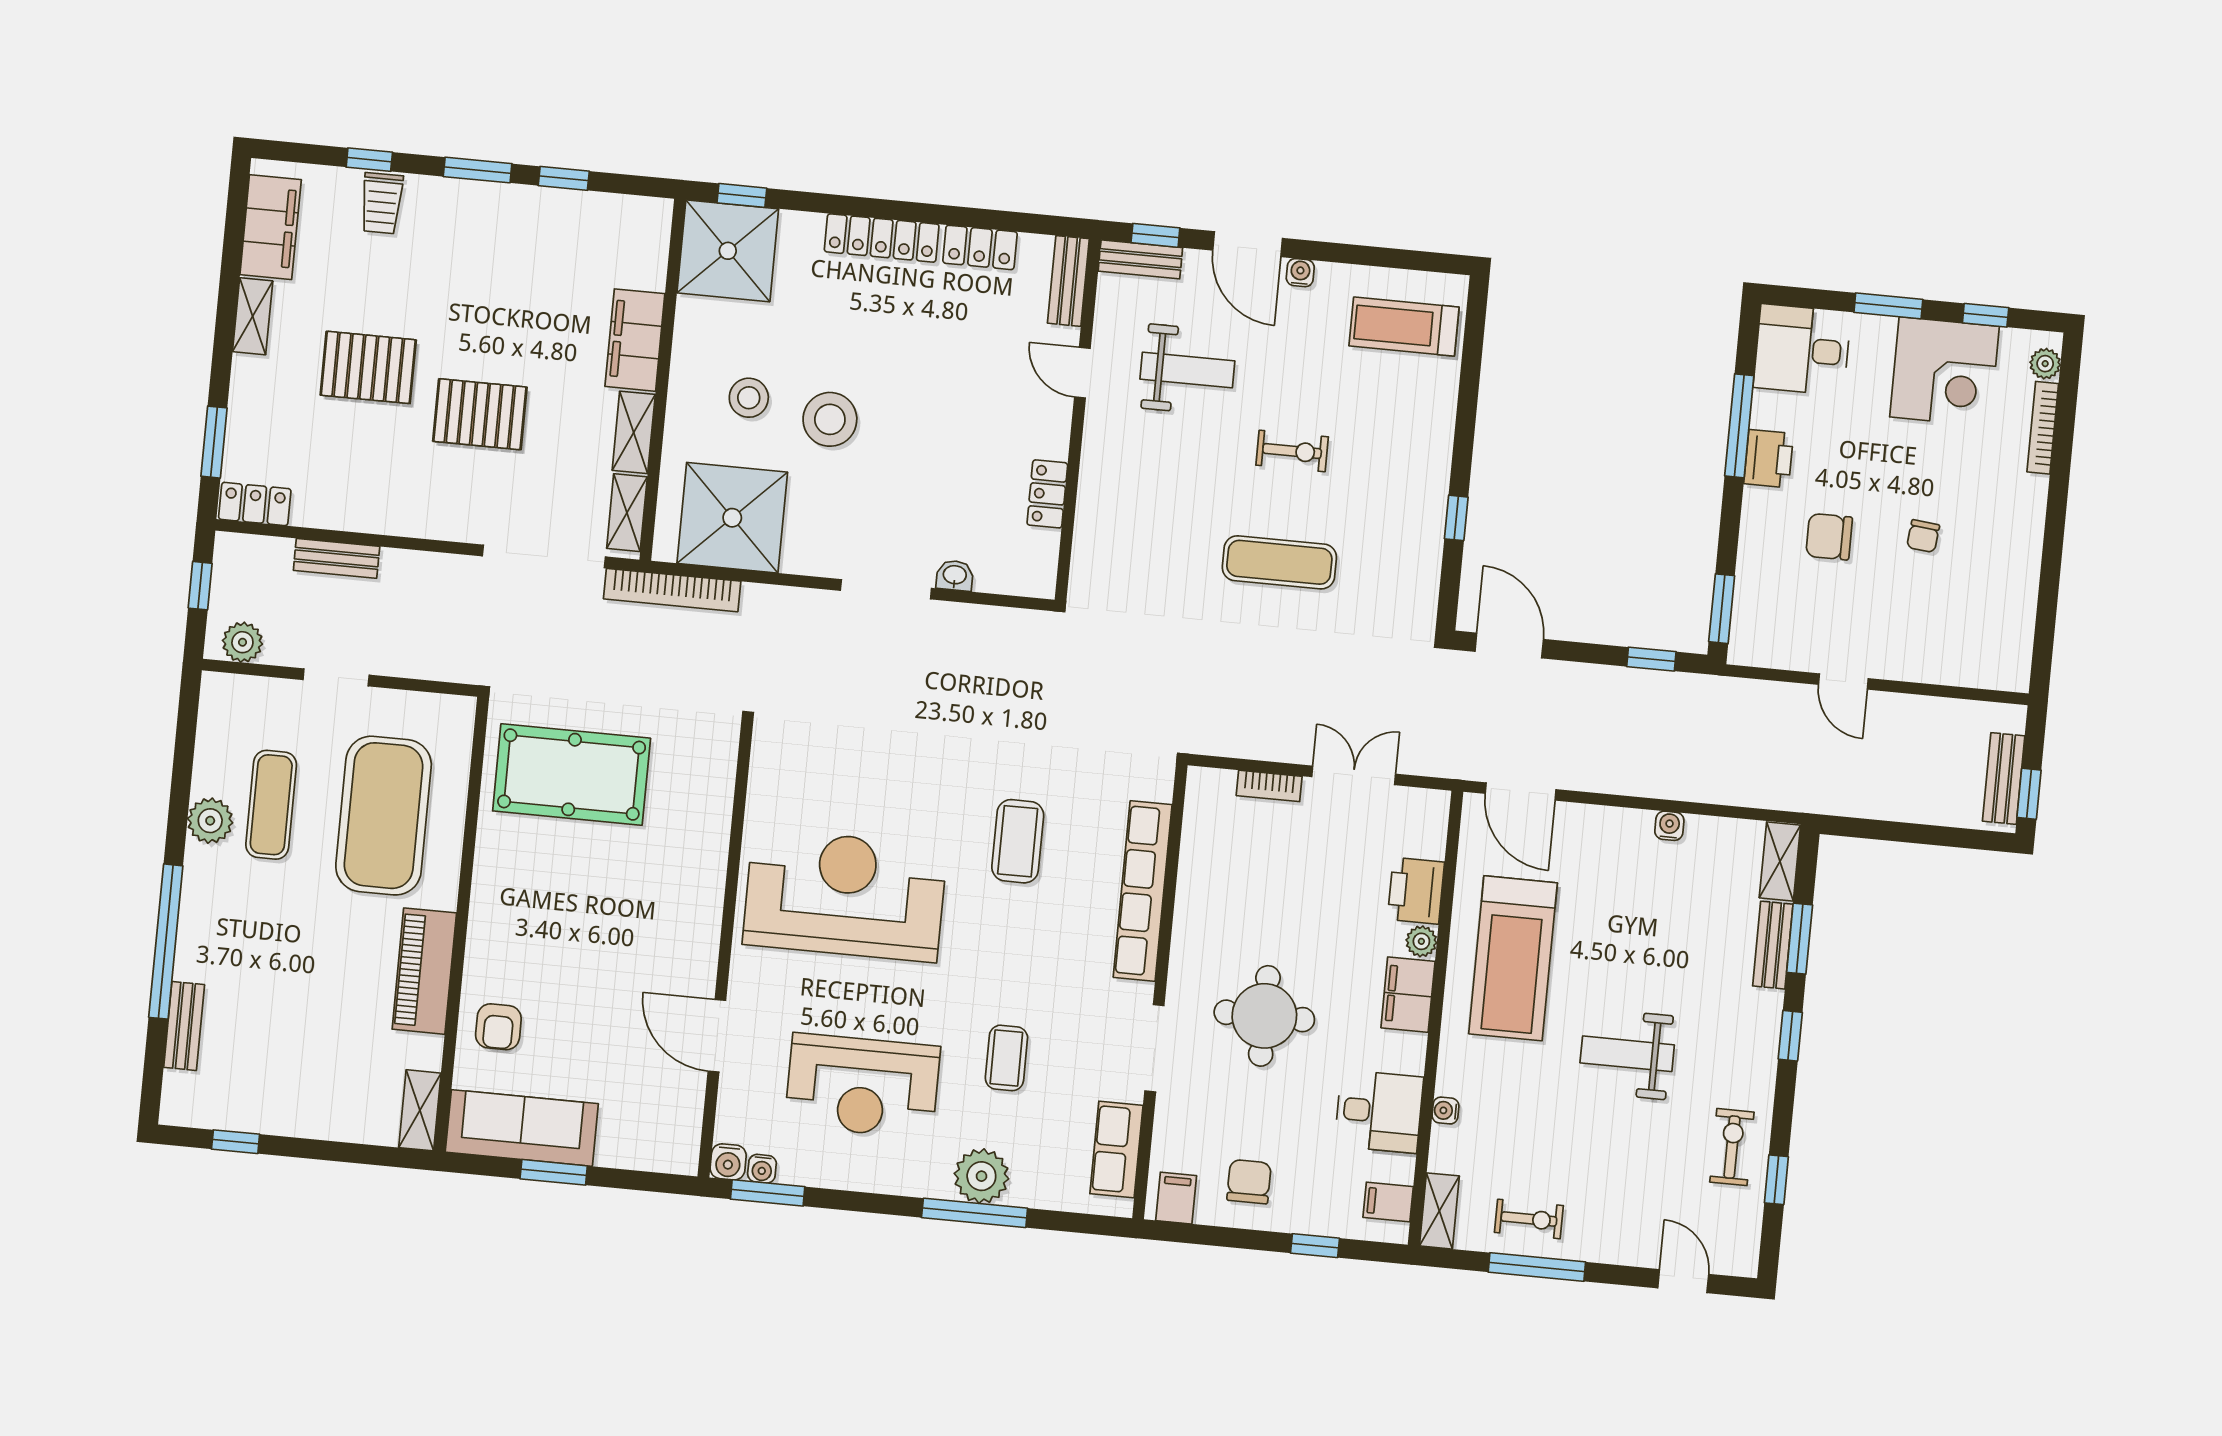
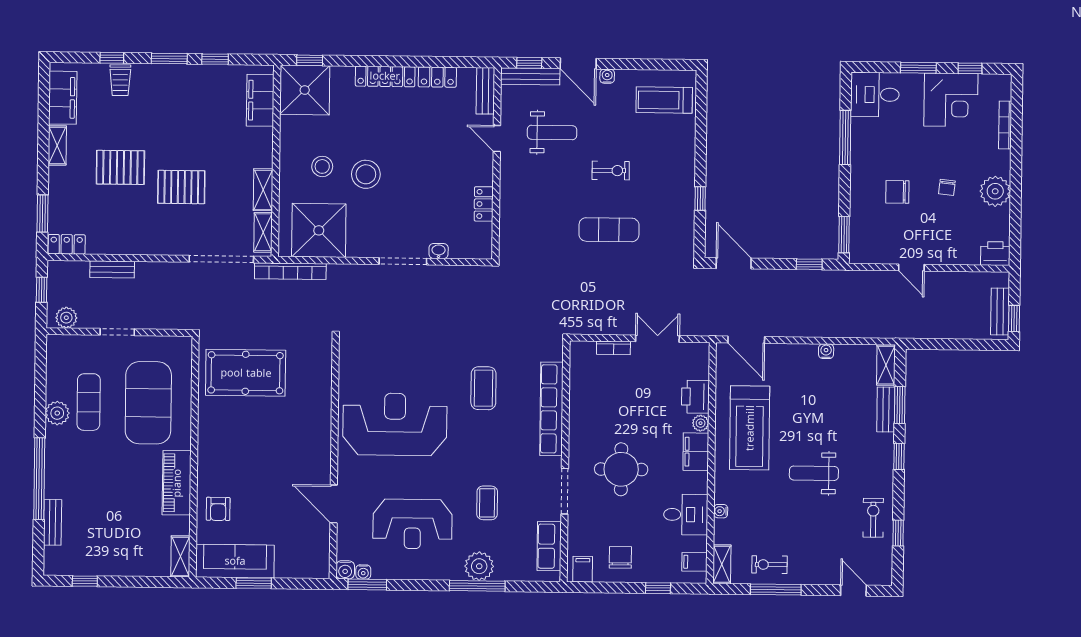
bench: (1140, 259) -> (530, 76), width x1.36
filing cabinet: (635, 340) -> (260, 100), moved
plant: (2045, 364) -> (995, 191), moved, width x1.88, depth x1.88
printer: (1769, 459) -> (995, 254), moved, turned -90
exercise bike: (1529, 1219) -> (769, 565), turned 180

